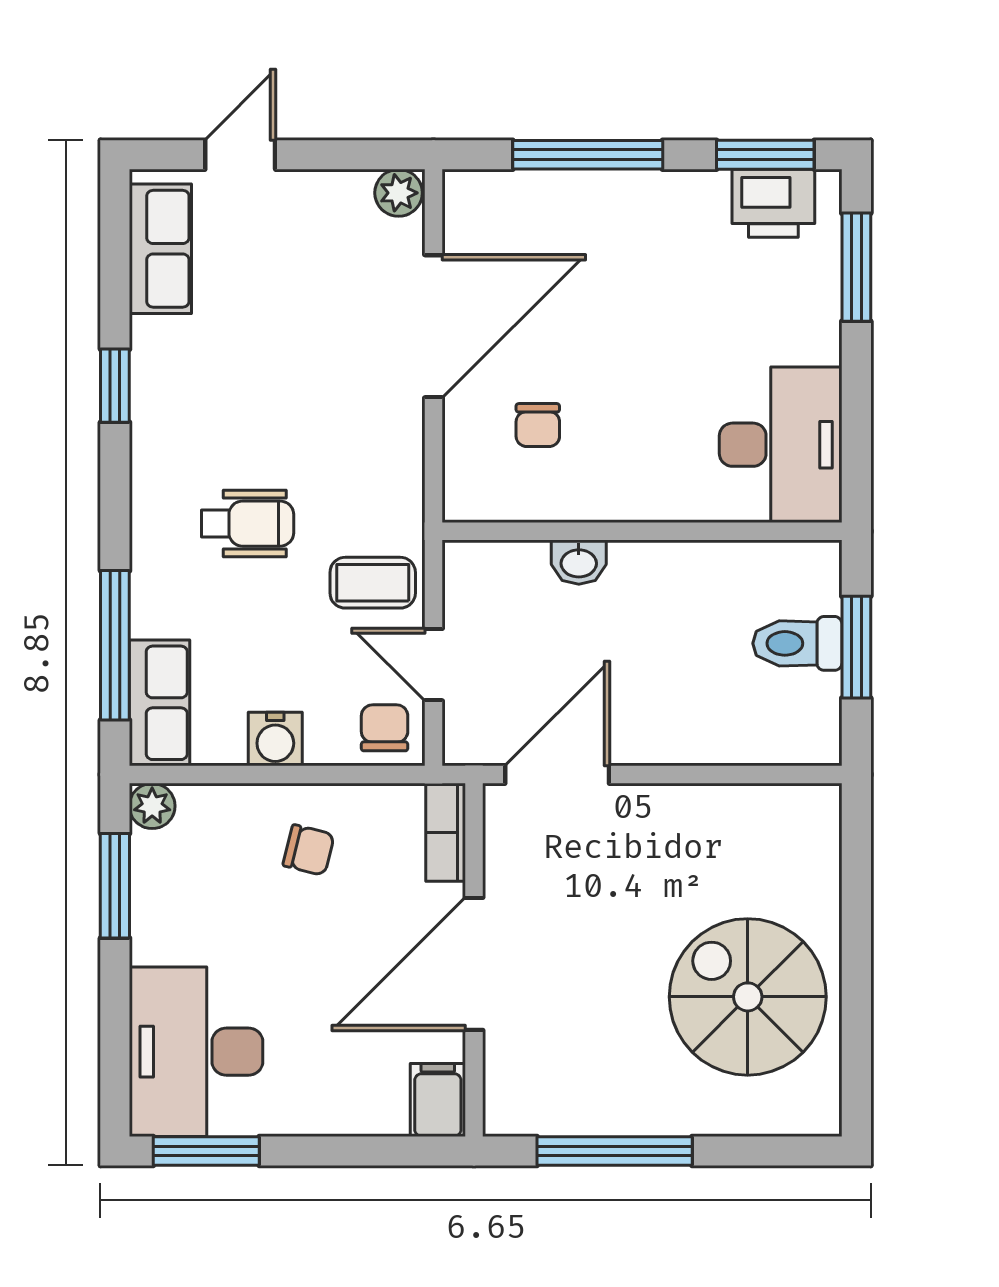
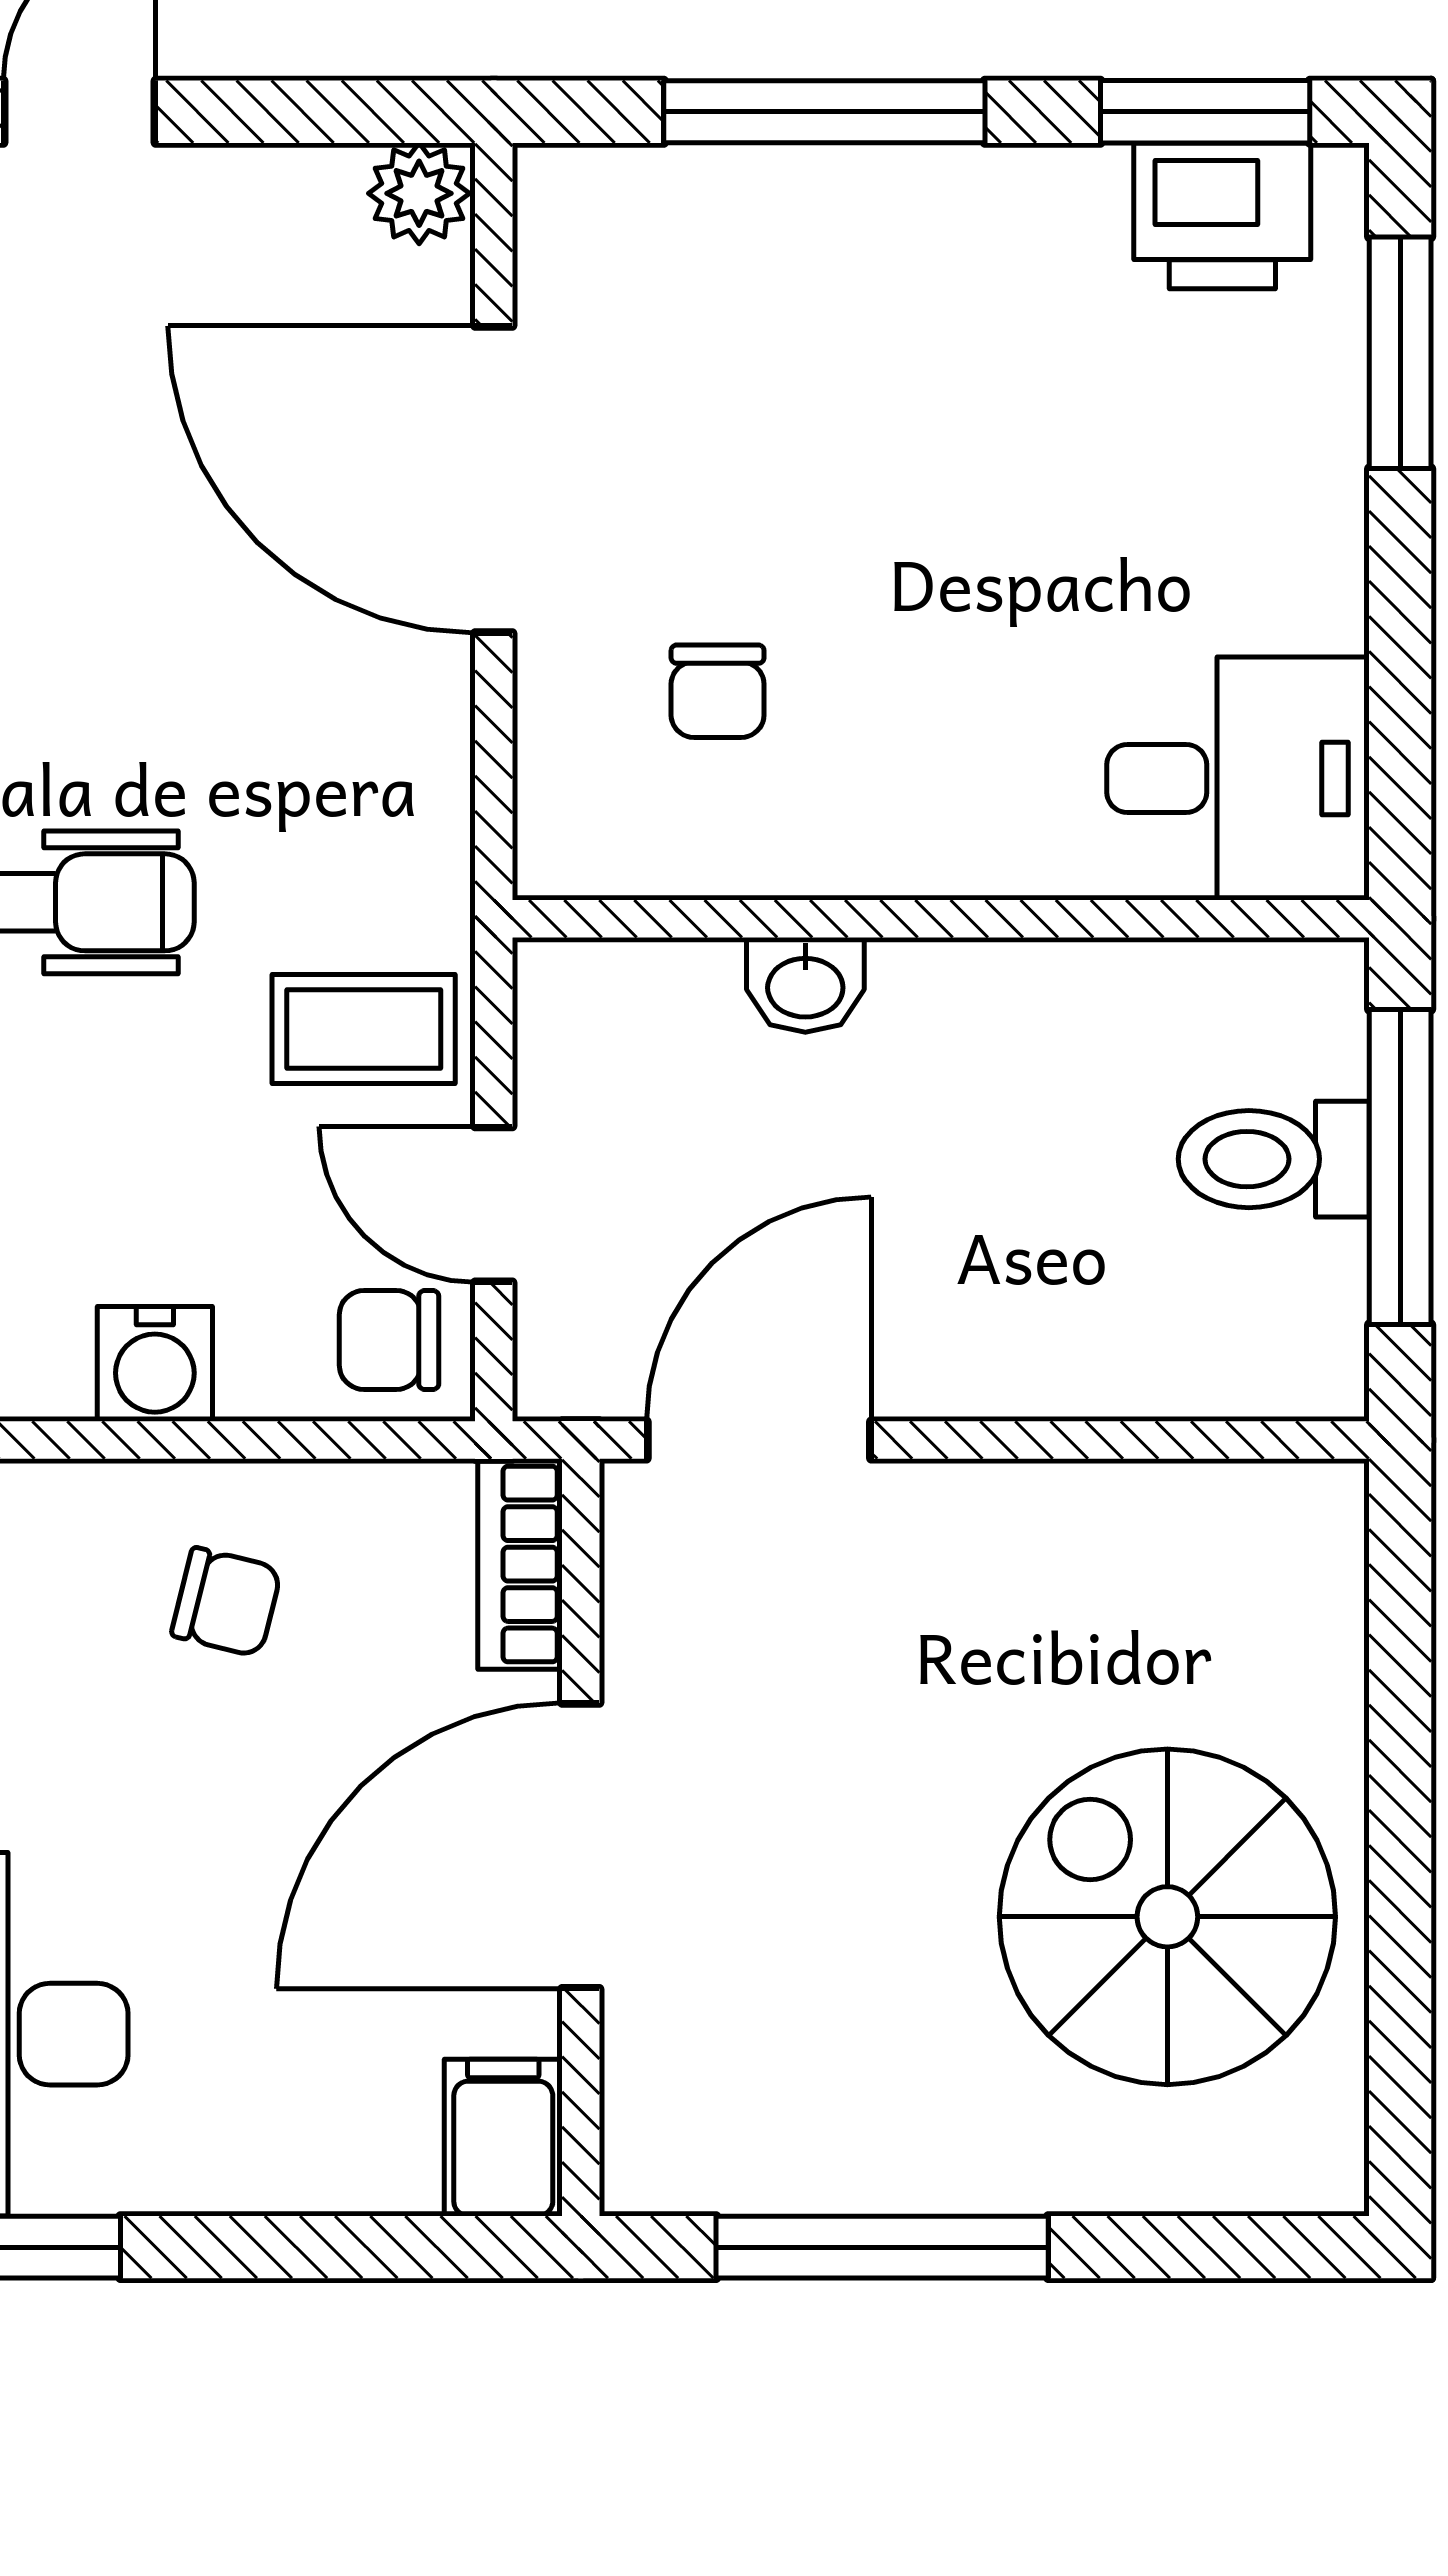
door: (433, 326) -> (494, 479), swing flipped
desk: (781, 445) -> (1238, 779), width x0.73
window: (856, 647) -> (1400, 1167), width x1.44
chair: (385, 728) -> (389, 1340), turned -90

